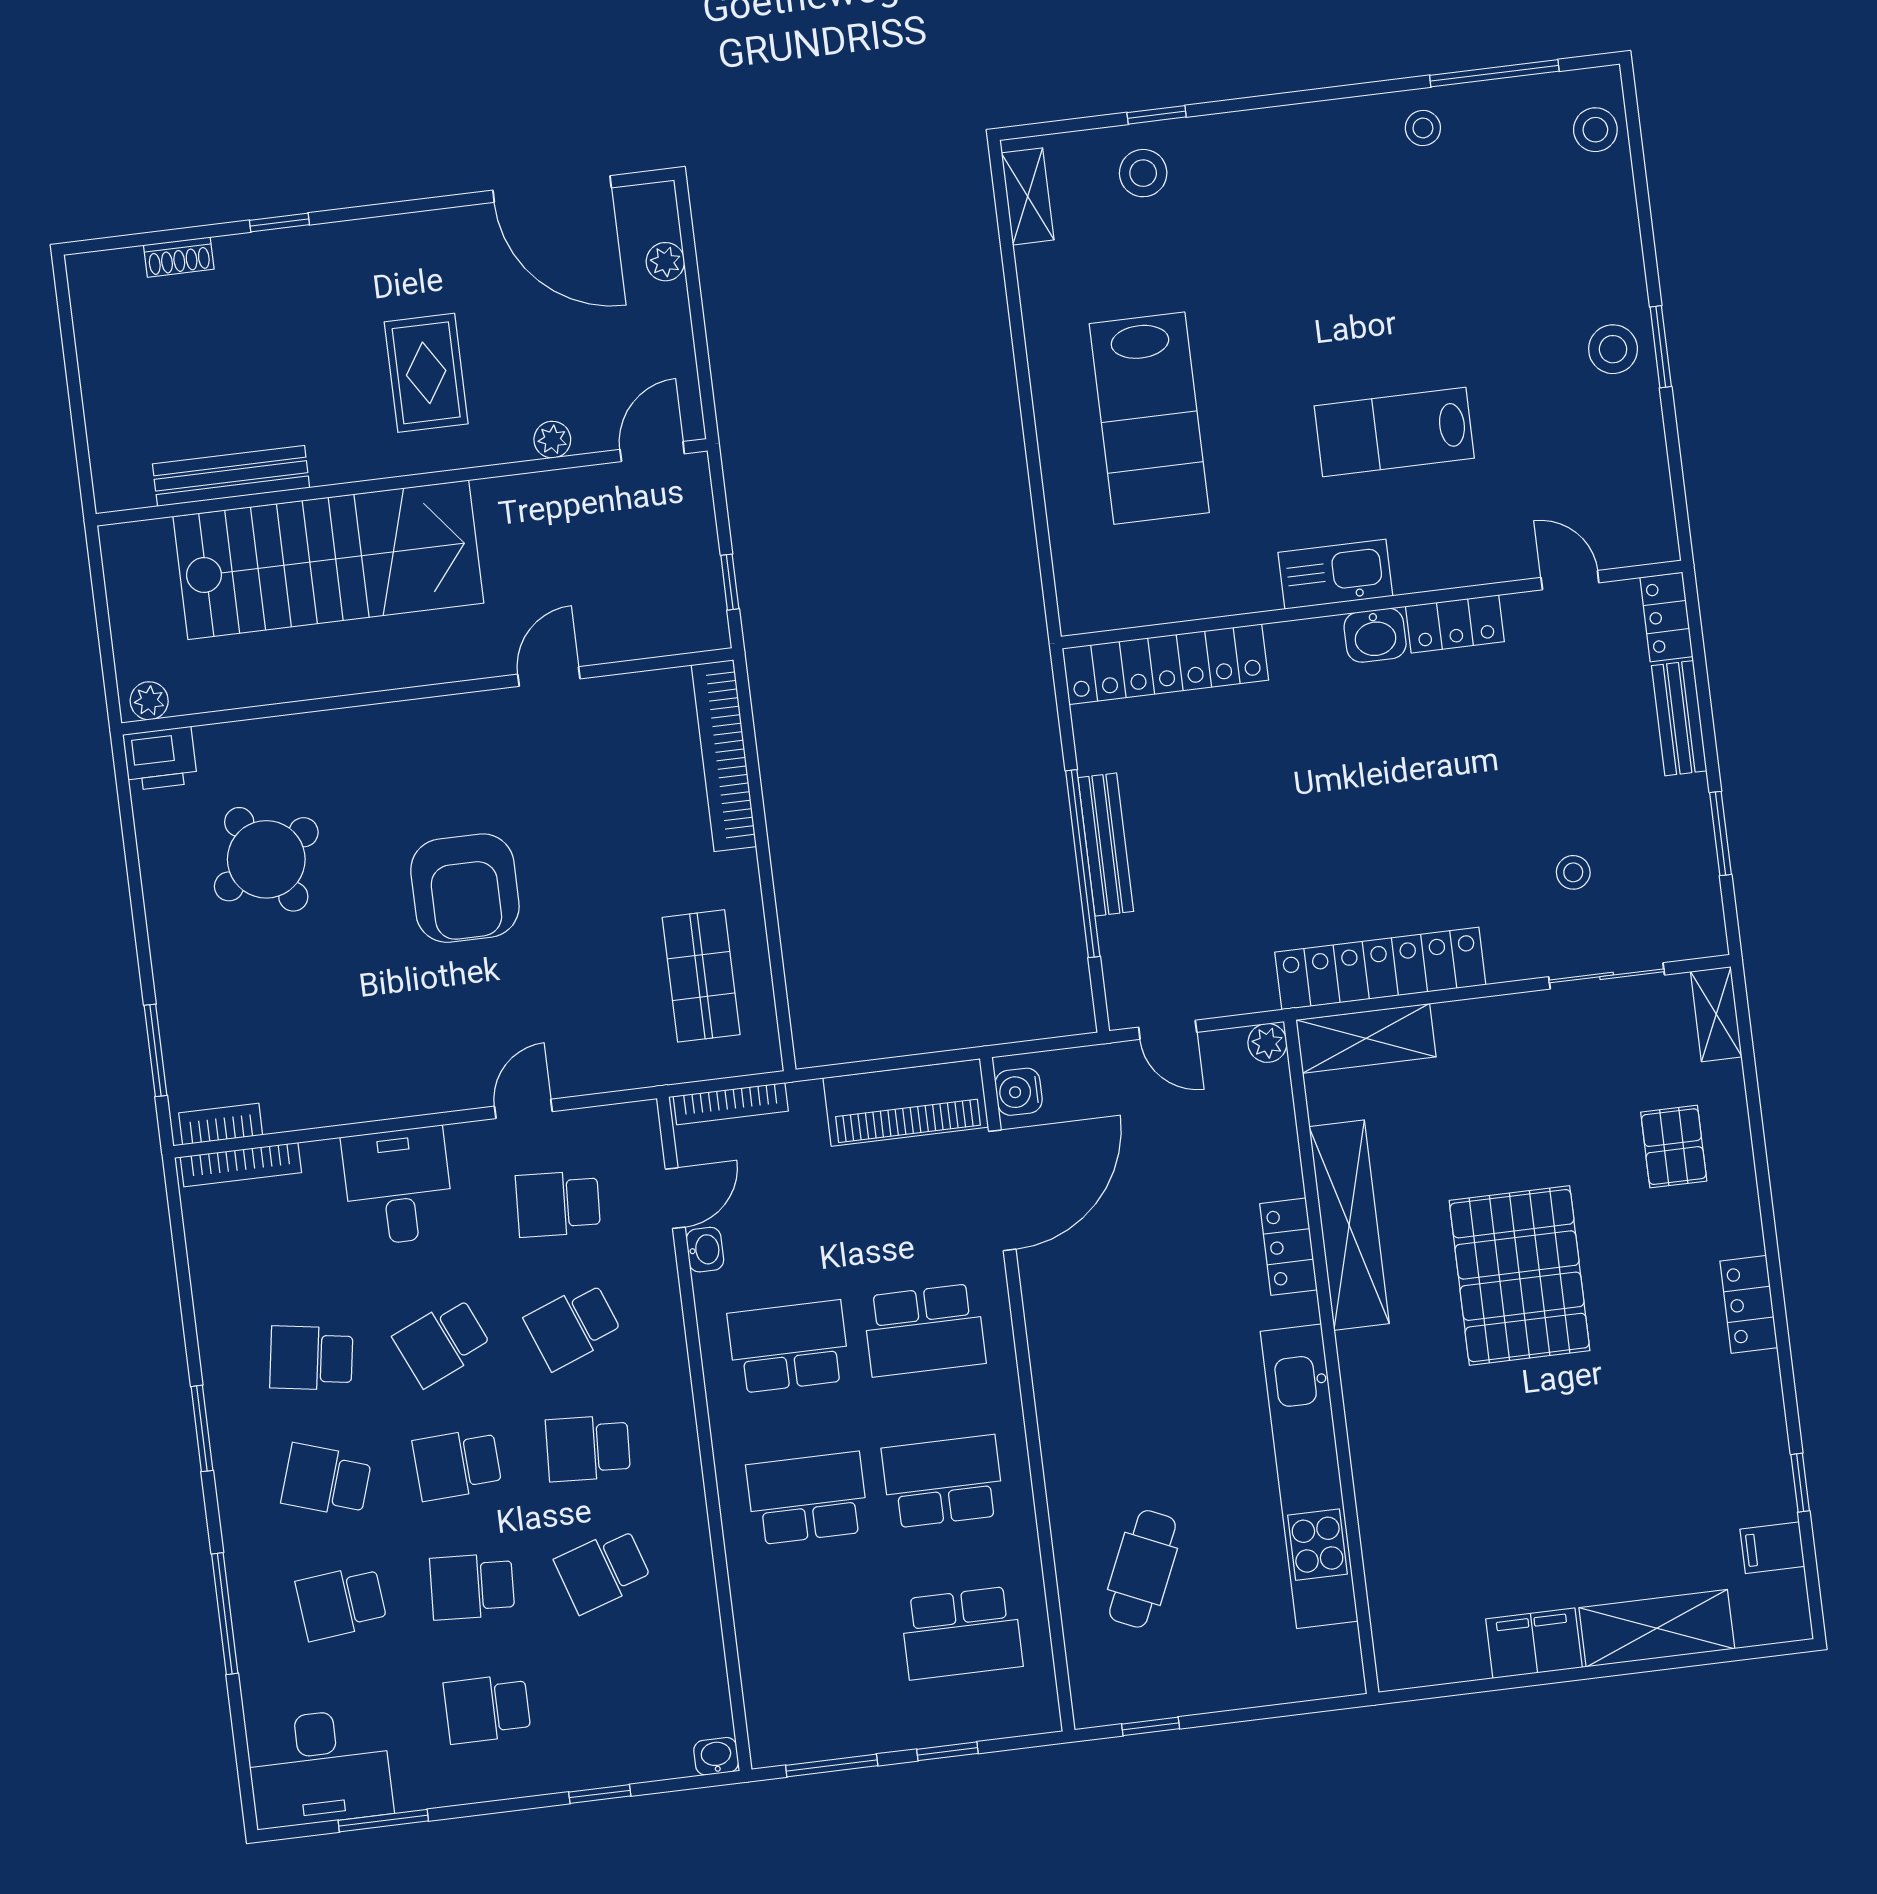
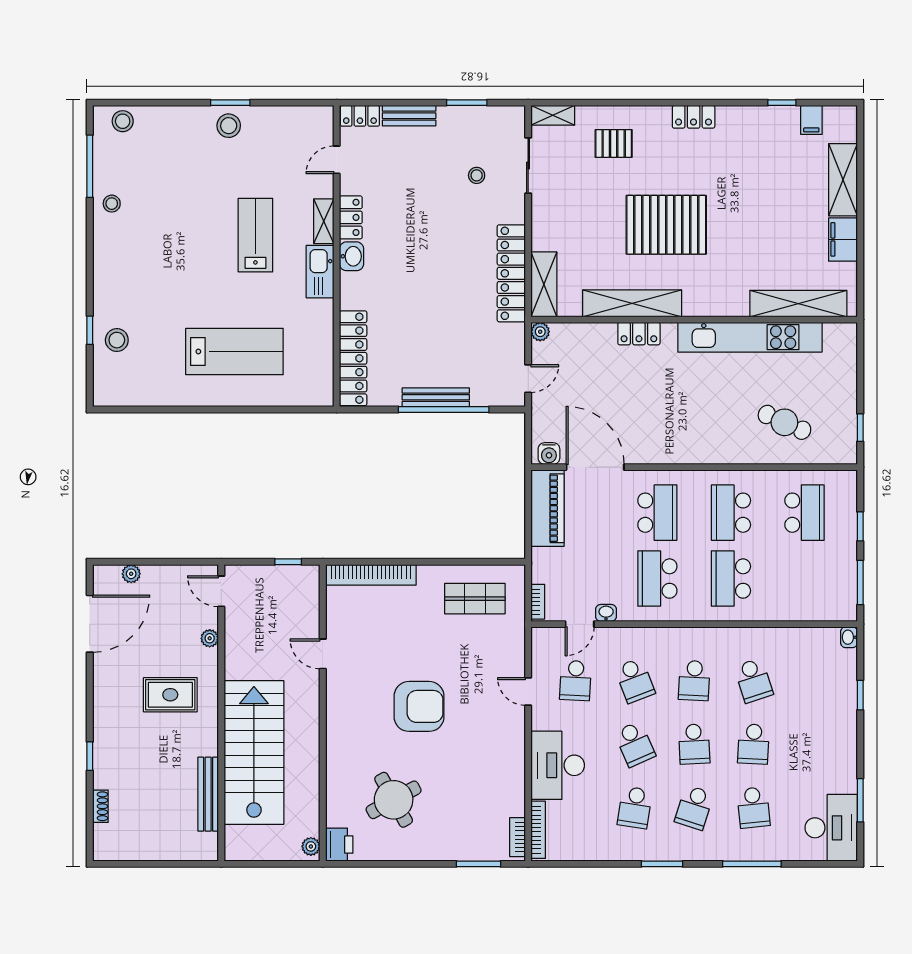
shelving: (1028, 196) -> (324, 221), moved, turned 90
lab bench: (1394, 432) -> (255, 235), turned 180
bookcase: (731, 1104) -> (538, 602), width x0.64
desk: (398, 1186) -> (558, 765), width x1.37
door: (675, 1198) -> (580, 624), swing flipped
shelving: (1391, 1567) -> (798, 304), added
school desk: (487, 1709) -> (813, 744), removed

